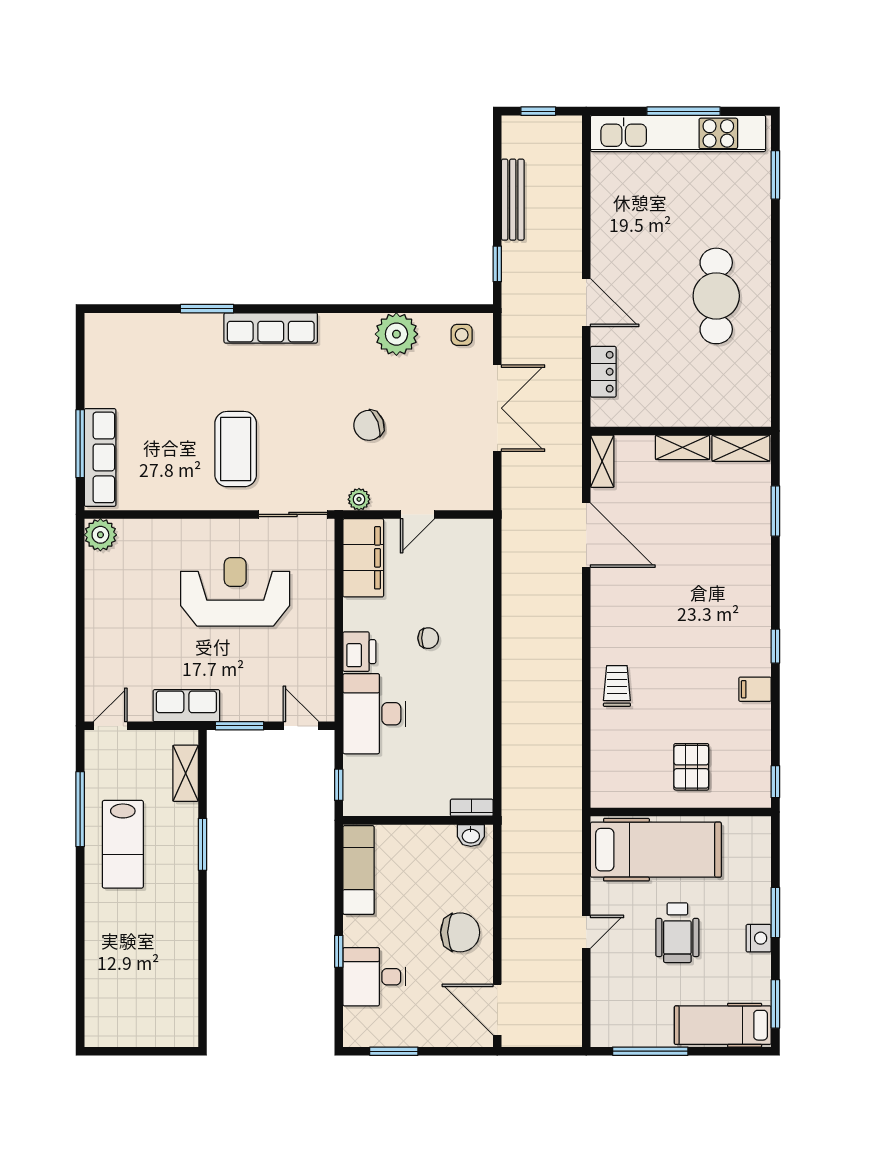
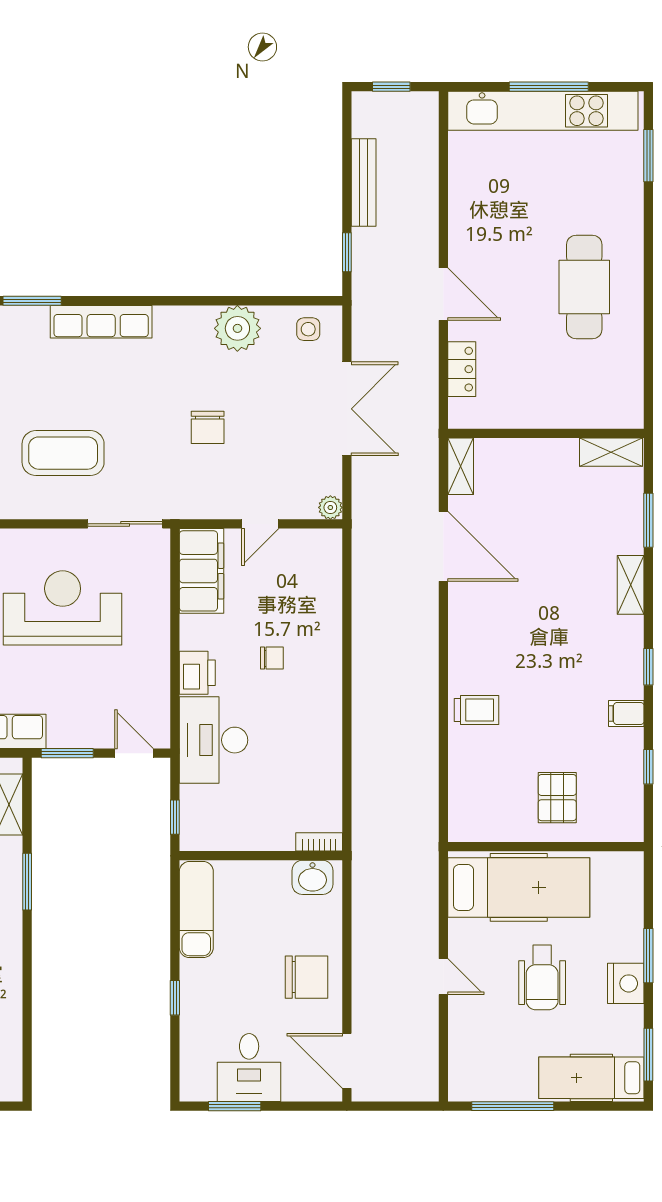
chair: (369, 425) -> (208, 427), turned -69
shelving: (682, 447) -> (631, 585), moved, turned 90
coffee table: (236, 449) -> (63, 453), turned 90
plant: (359, 499) -> (330, 507), moved
trolley: (617, 686) -> (477, 710), turned 90
window: (775, 782) -> (648, 767), moved
washbasin: (471, 835) -> (313, 877), width x1.38, depth x1.45
door: (586, 932) -> (443, 977), hinge flipped
nightstand: (759, 938) -> (626, 983), width x1.36, depth x1.33
desk: (374, 977) -> (249, 1067), moved, turned -90

